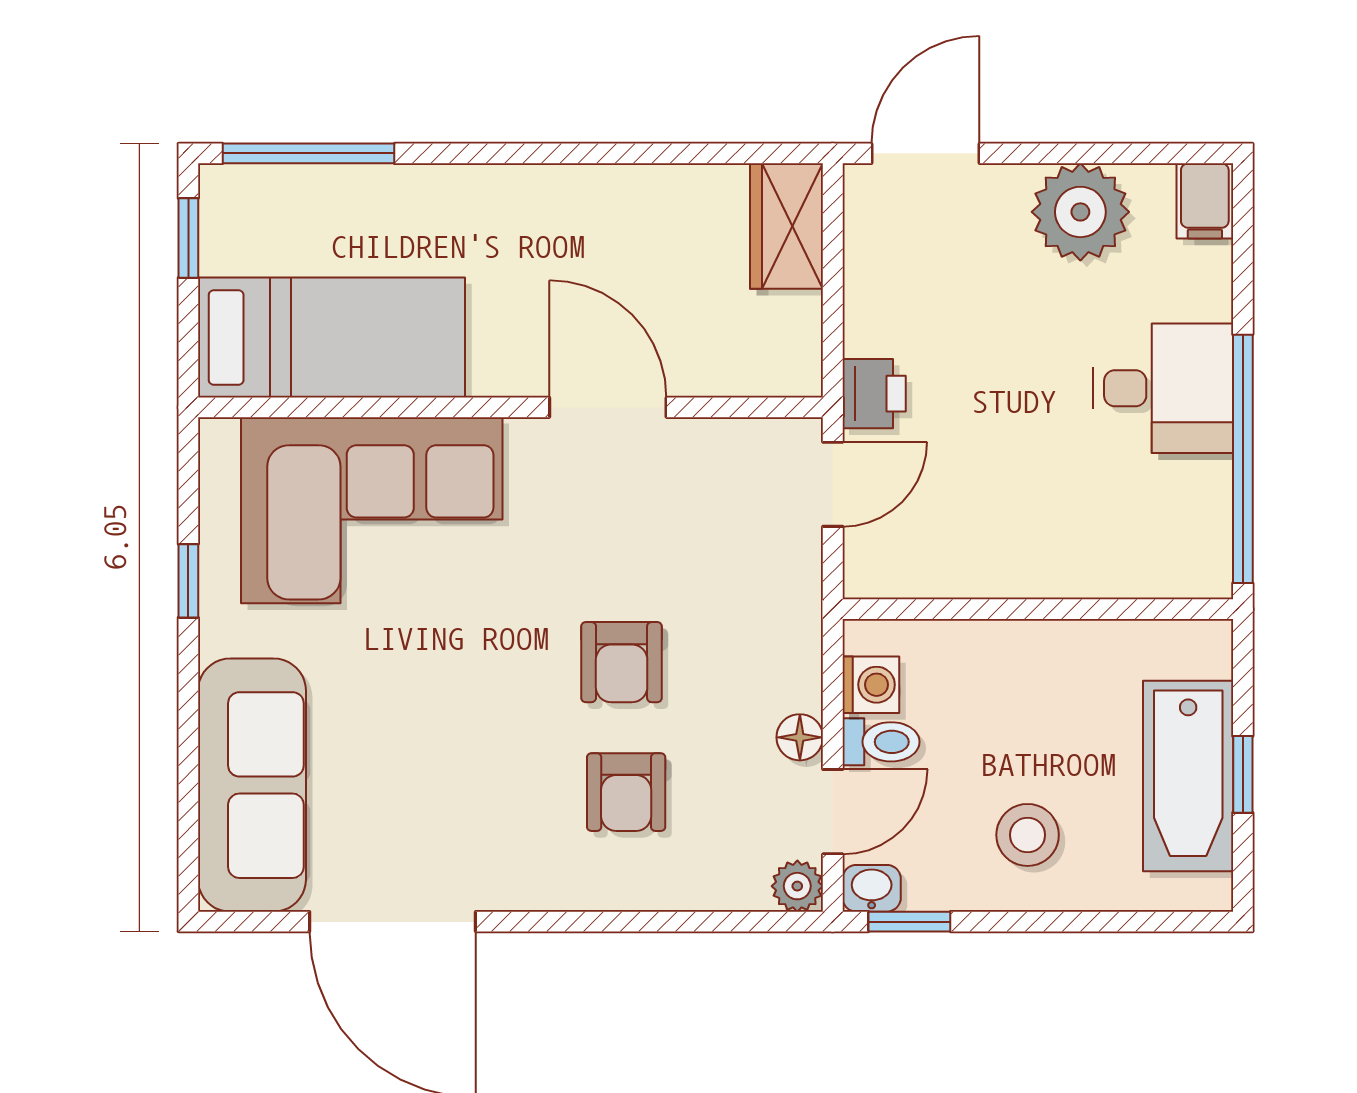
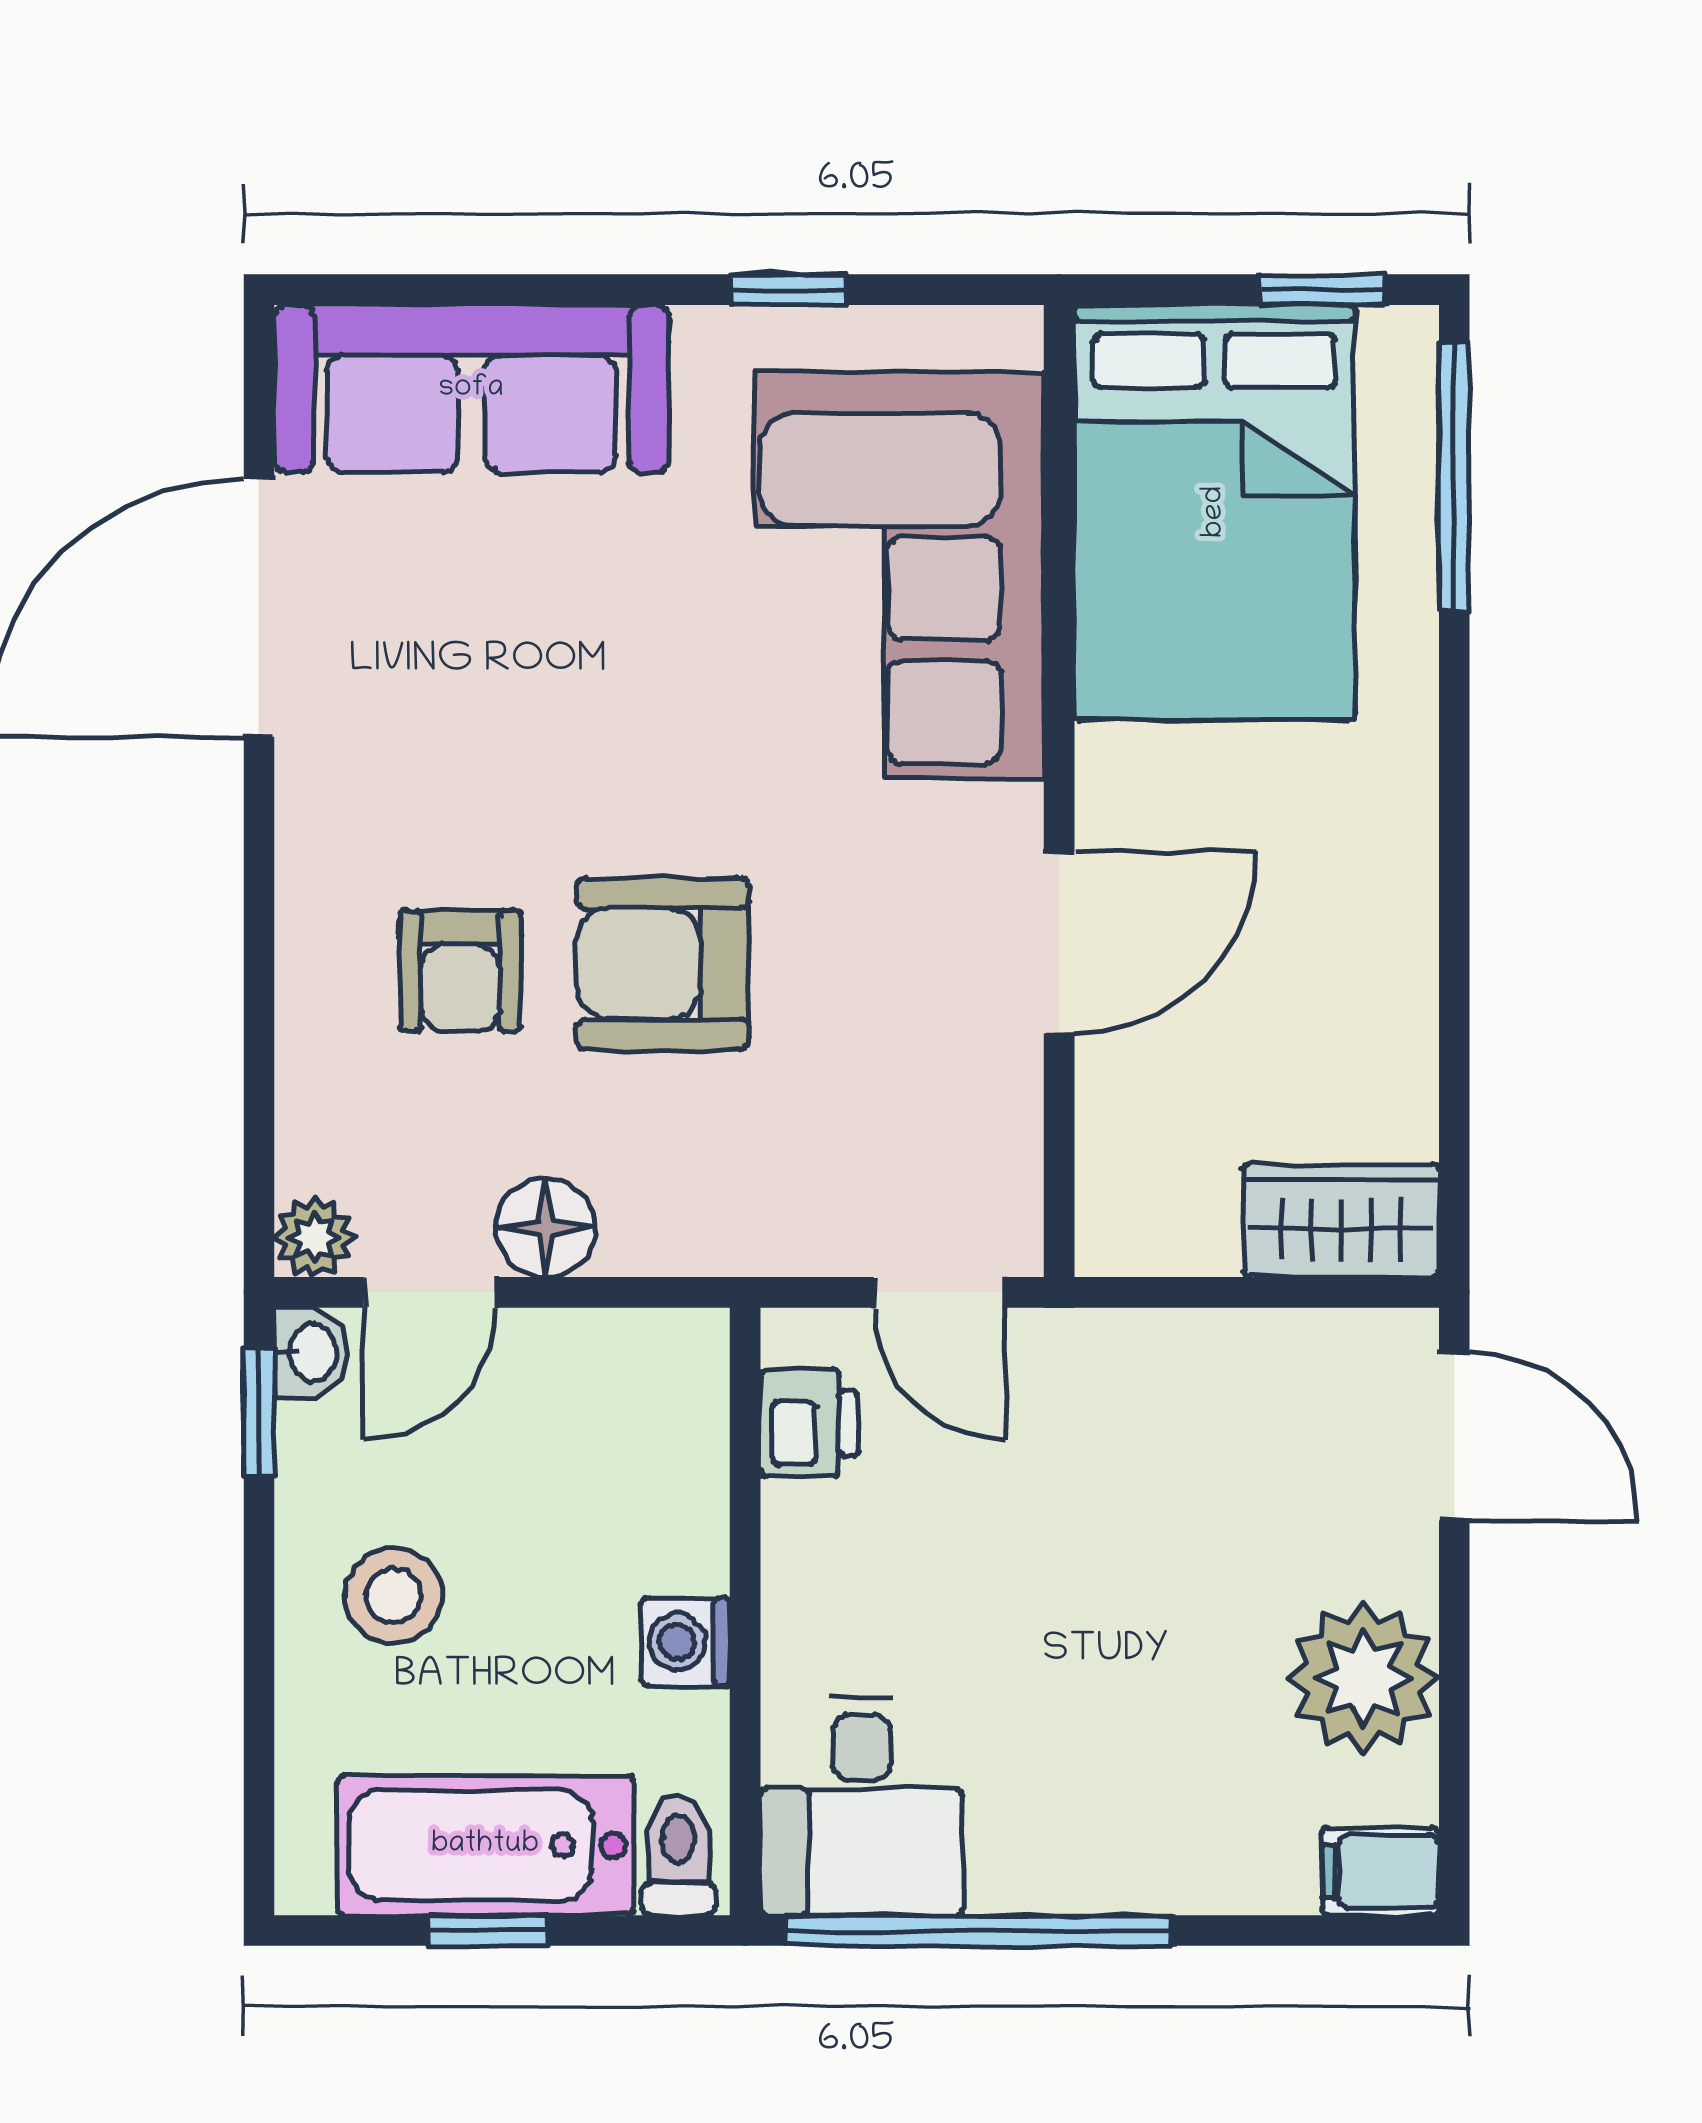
bed: (332, 337) -> (1215, 512), width x1.50
desk: (1163, 388) -> (862, 1806), moved
printer: (874, 394) -> (809, 1423), moved, turned -90
armchair: (622, 662) -> (663, 964), width x1.38, depth x1.38
washing machine: (871, 685) -> (686, 1642), moved, turned 90
floor lamp: (800, 737) -> (546, 1228), width x1.37, depth x1.37
toilet: (881, 742) -> (679, 1855), moved, turned 180
armchair: (626, 792) -> (461, 971), turned -90
door: (833, 812) -> (430, 1292), hinge flipped

